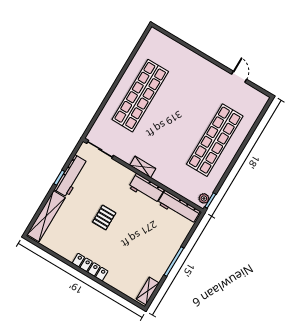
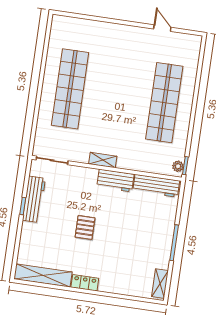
shelving: (46, 216) -> (43, 275), moved, turned 90
locker: (90, 267) -> (85, 283), width x0.66

